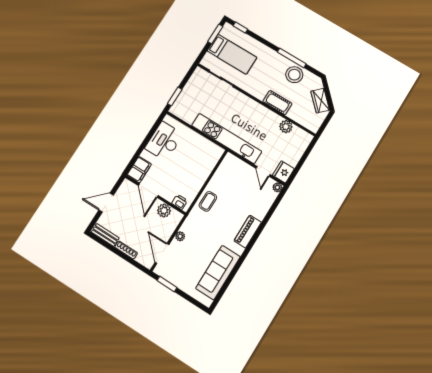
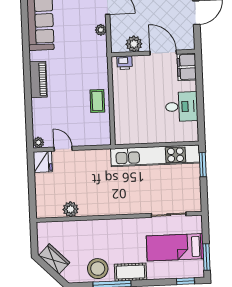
cot: (277, 103) -> (131, 272), moved
kitchen unit: (227, 138) -> (155, 156), moved
desk: (164, 141) -> (182, 107), width x0.73
coffee table: (208, 201) -> (97, 101), moved

